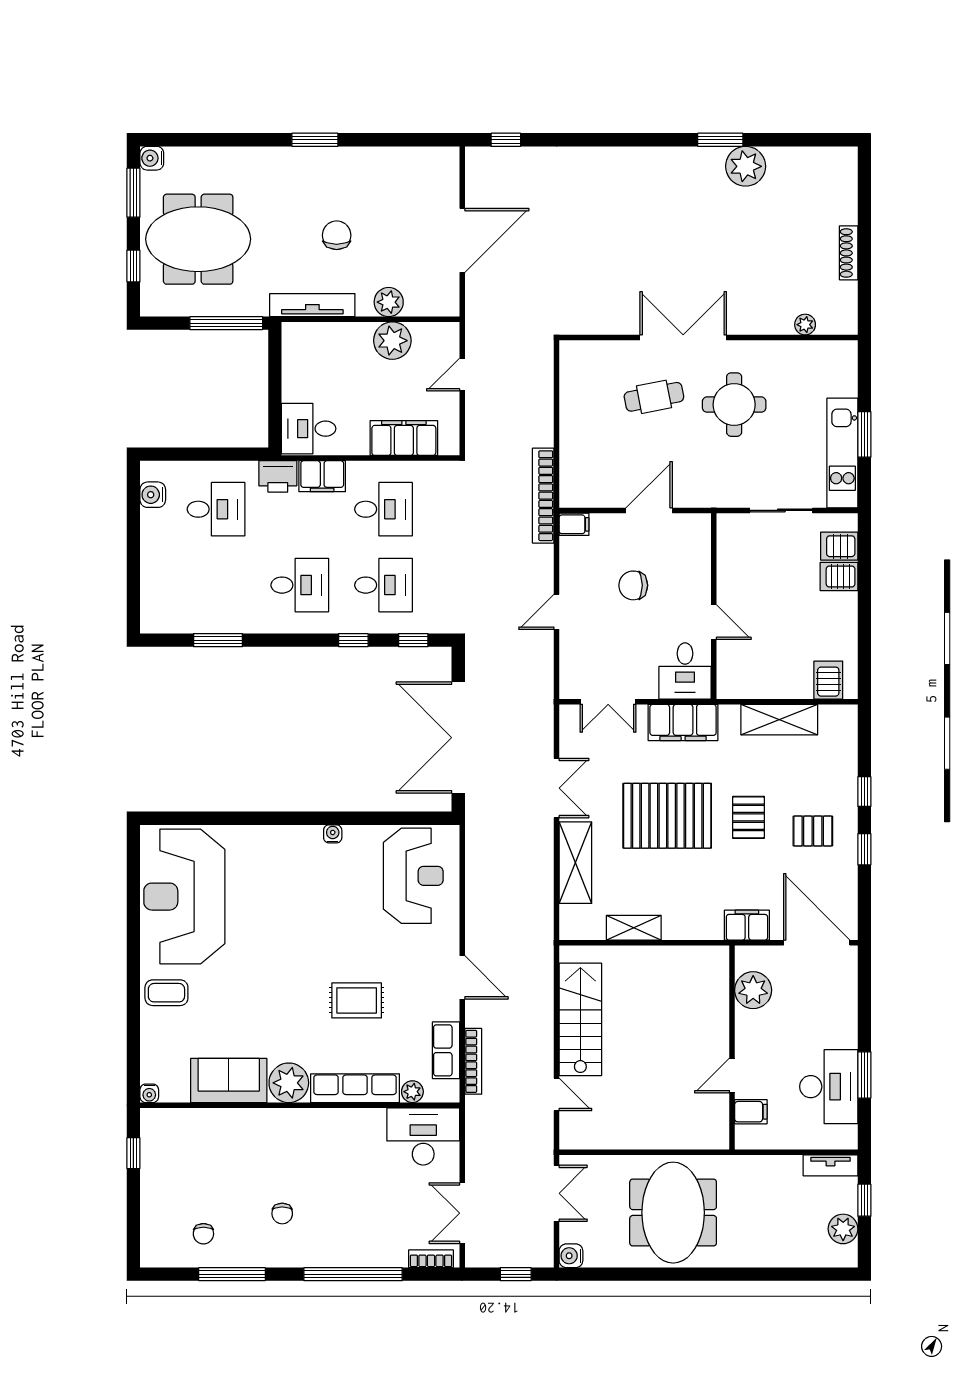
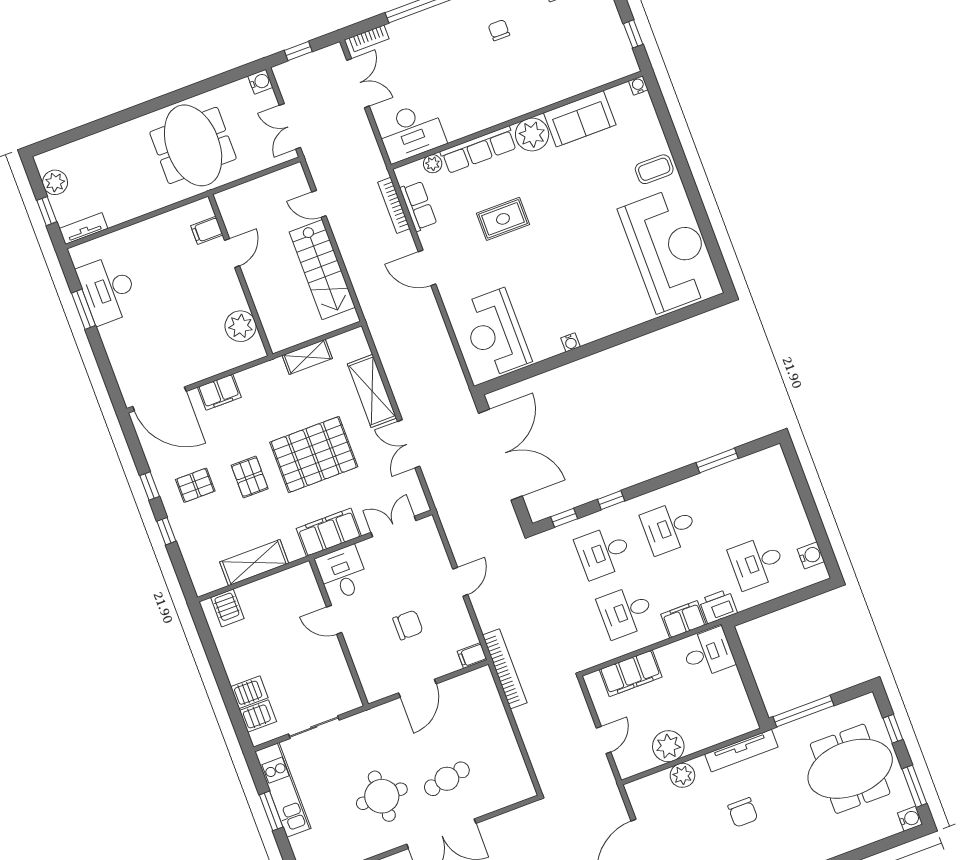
plant: (753, 990) -> (241, 326), moved
wall: (732, 1048) -> (240, 275), moved
door: (732, 1076) -> (232, 253), moved
filing cabinet: (751, 1112) -> (207, 230), moved

